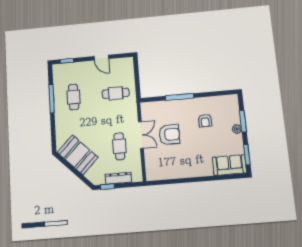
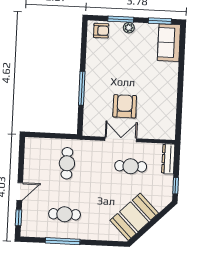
door: (101, 58) -> (20, 191), moved
armchair: (205, 121) -> (101, 31), moved
dresser: (118, 178) -> (168, 159), moved

